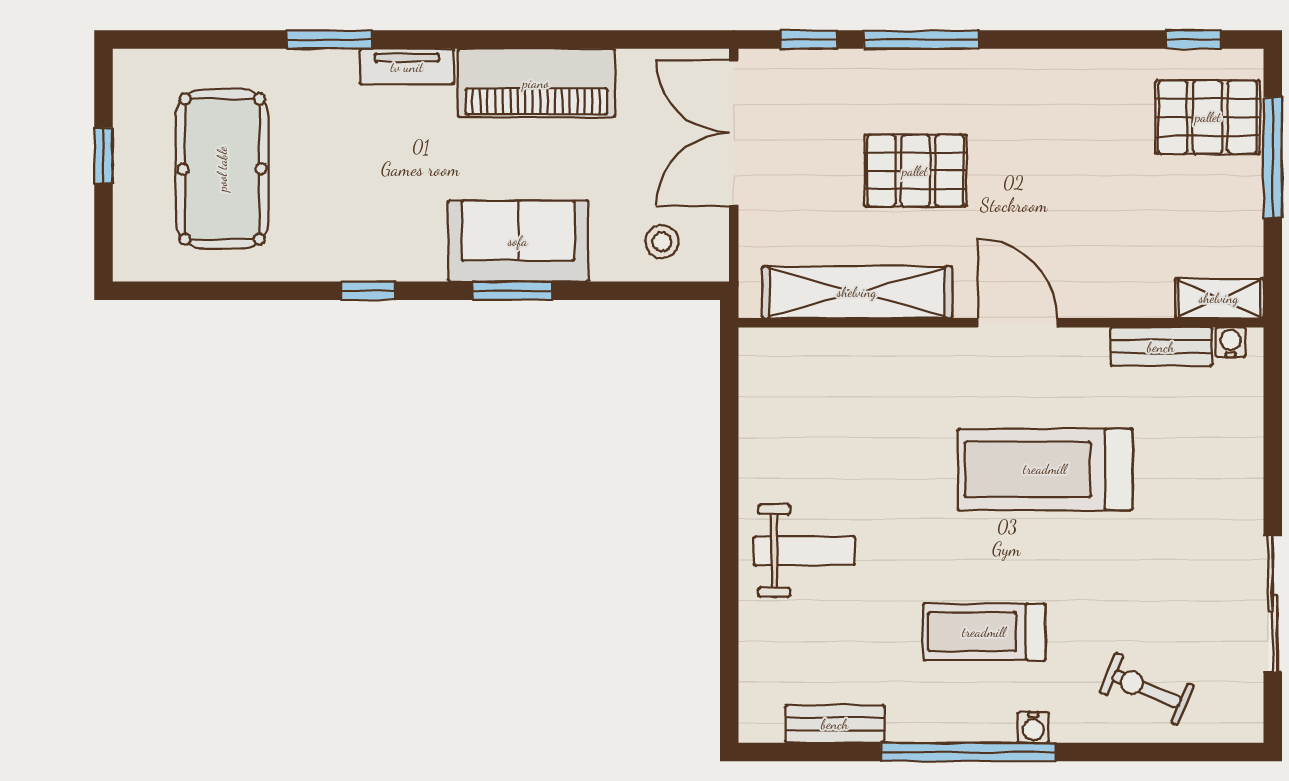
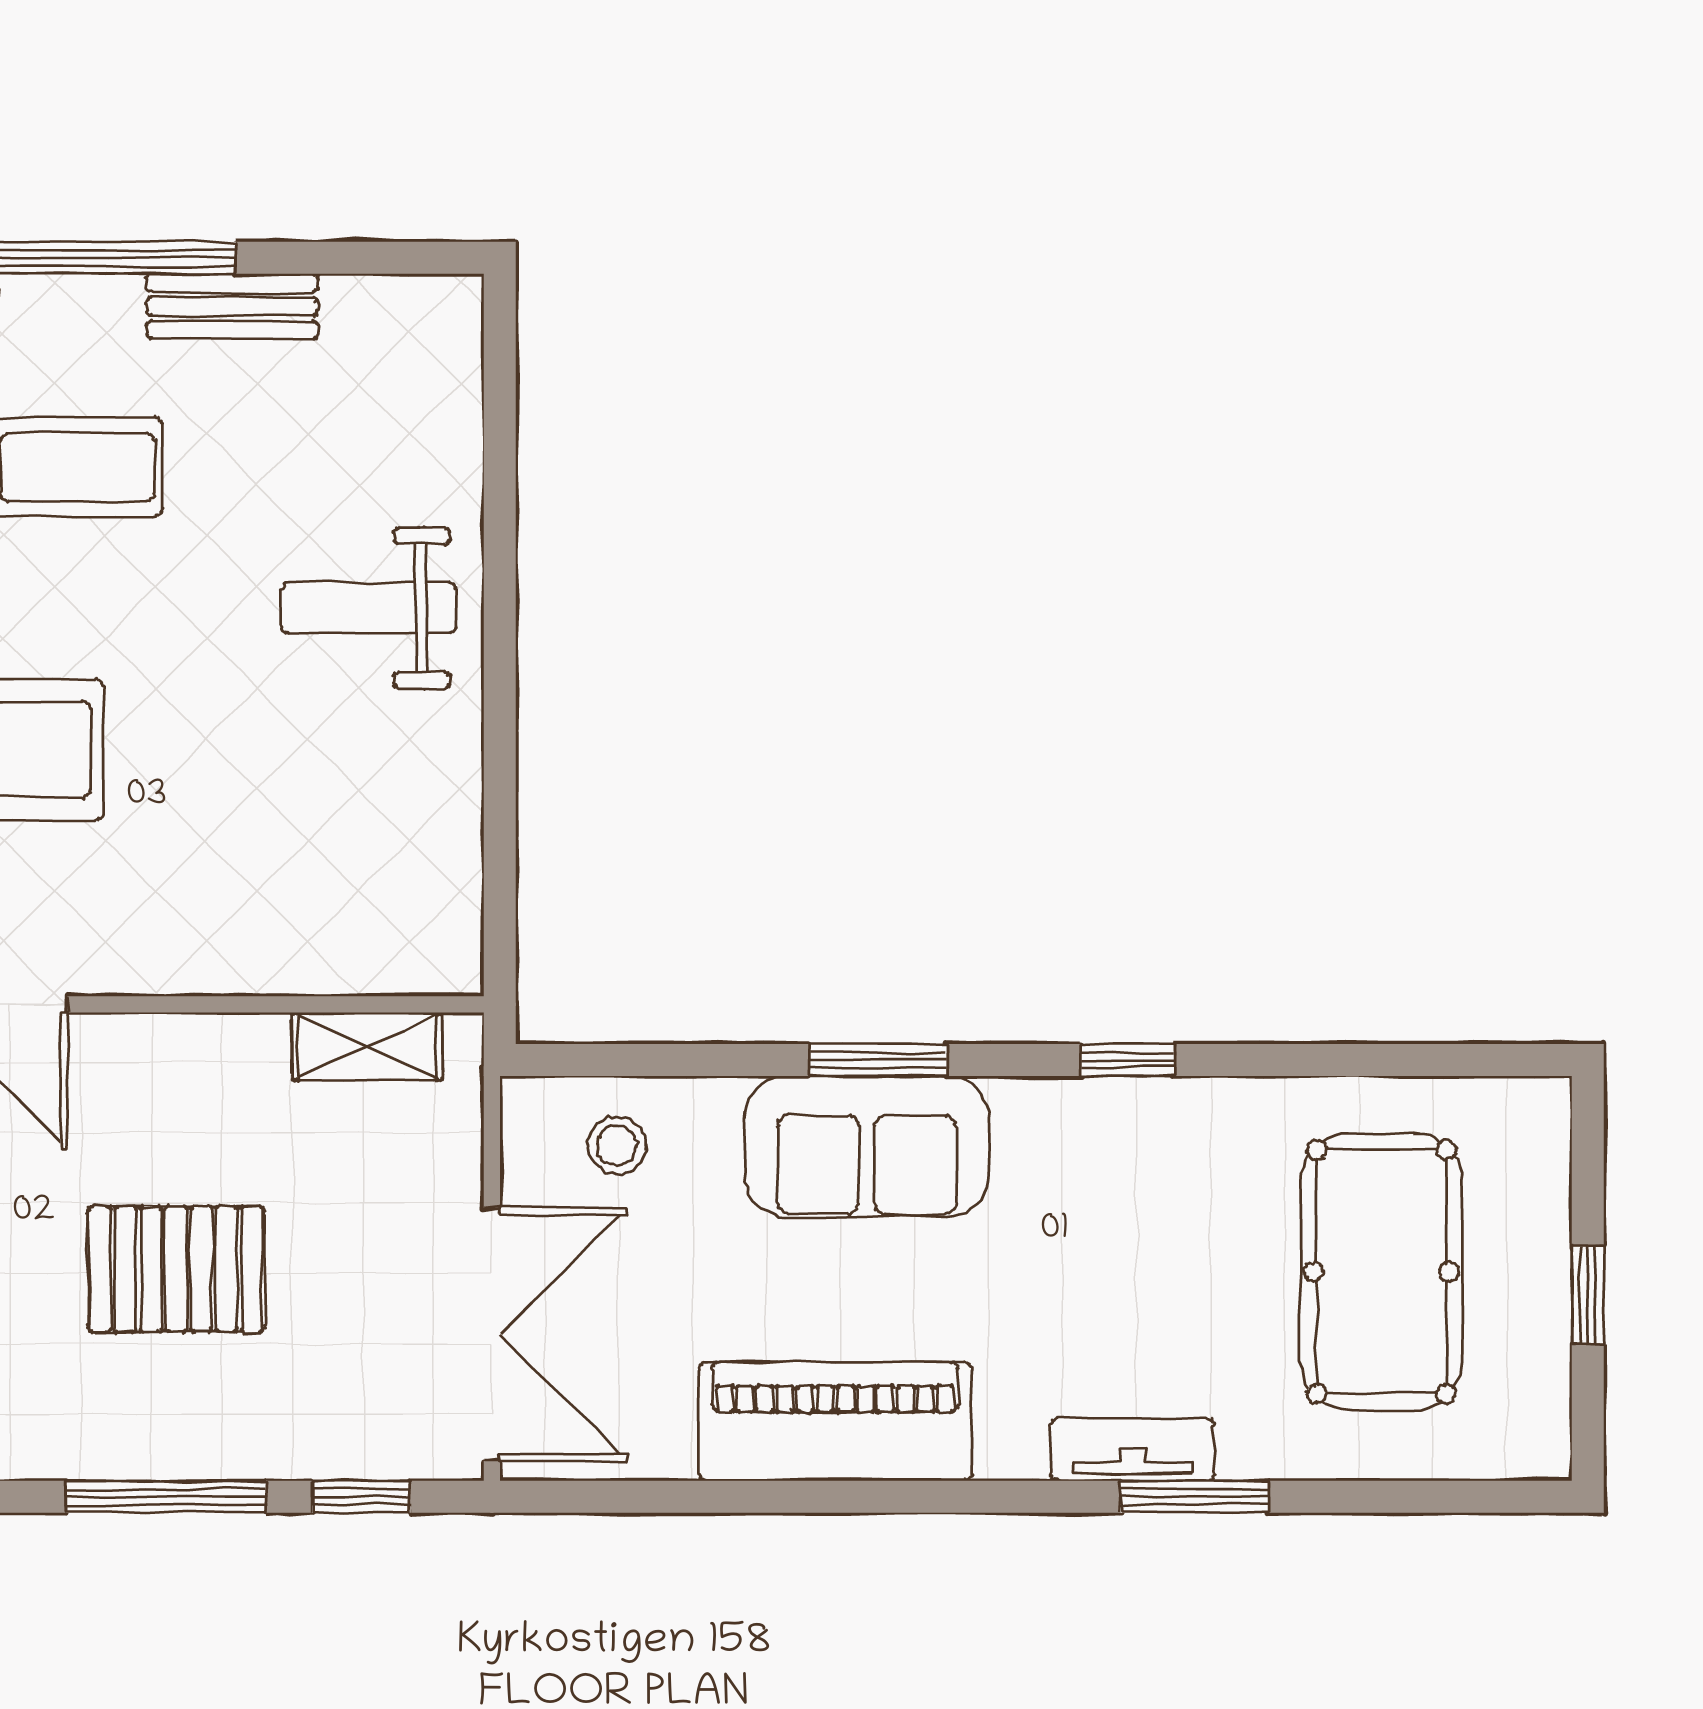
tv unit: (407, 67) -> (1133, 1450), moved
shelving: (857, 292) -> (367, 1046), width x0.45, depth x0.75
bench: (835, 724) -> (232, 307), moved

